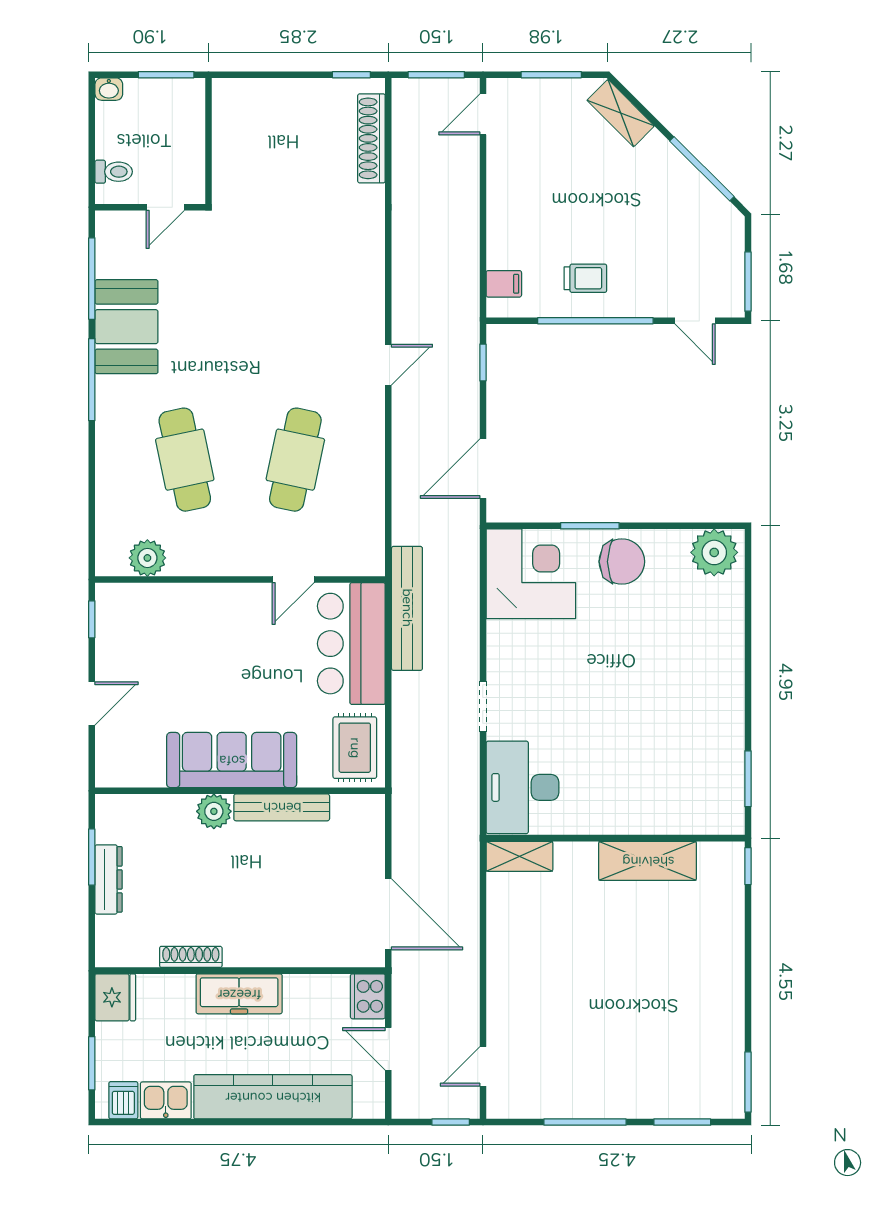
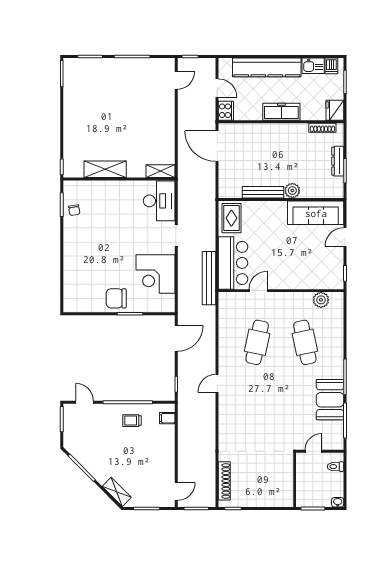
plant: (714, 552) -> (76, 302), removed
corner desk: (531, 574) -> (155, 274), moved
sofa: (232, 760) -> (316, 213), moved
chair: (719, 766) -> (74, 210), added
shoe rack: (191, 957) -> (322, 128), moved

